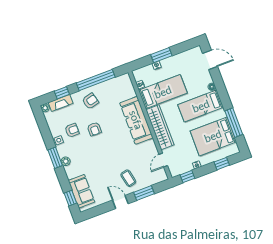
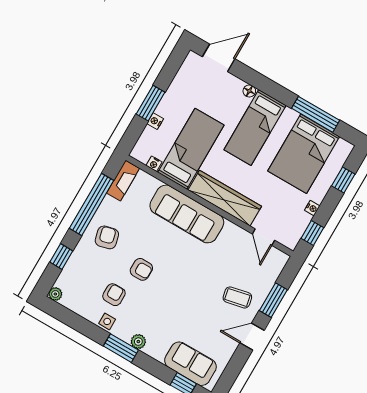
fireplace: (61, 103) -> (123, 181), moved

